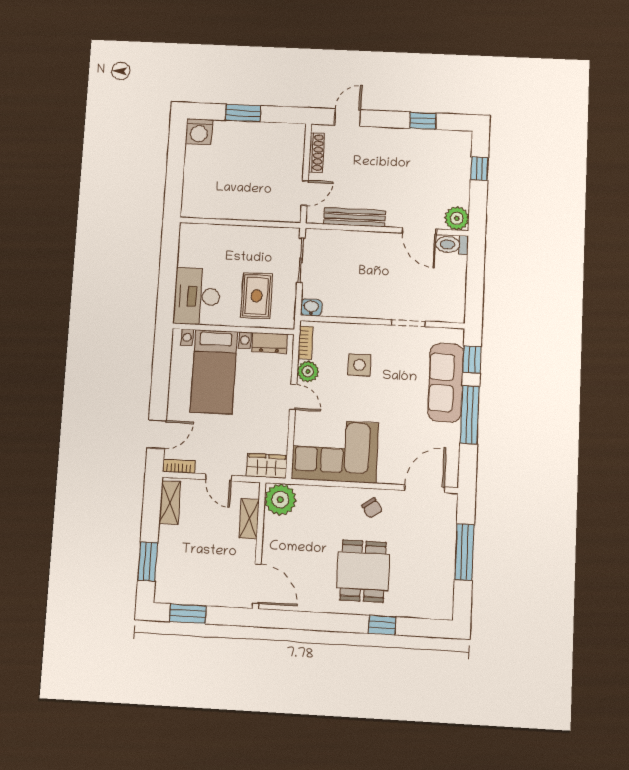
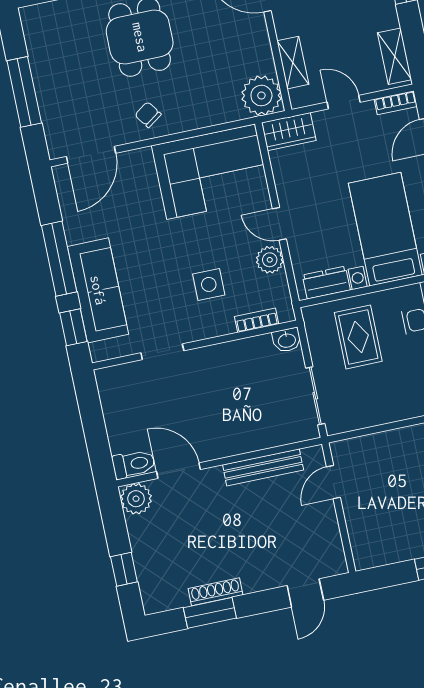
window: (423, 121) -> (210, 613), width x1.50
shoe rack: (316, 153) -> (216, 592), moved, turned 90
bookcase: (305, 343) -> (257, 320), moved, turned 90

